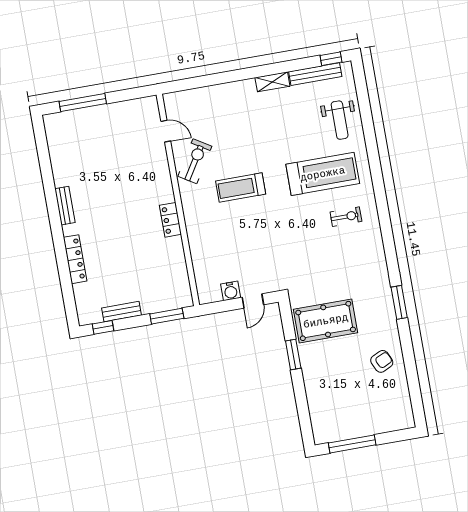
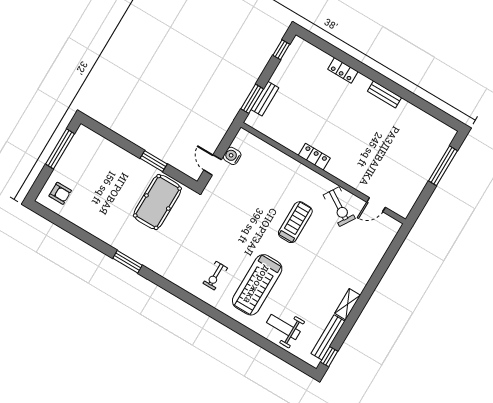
locker: (75, 259) -> (343, 70), width x0.66
bench: (121, 312) -> (265, 99), moved
armchair: (382, 361) -> (60, 193), moved, turned -65

